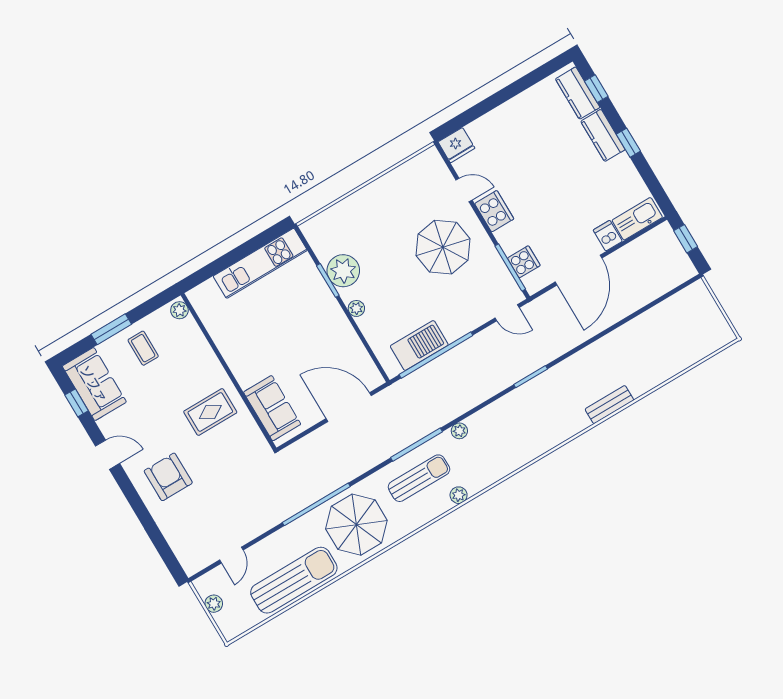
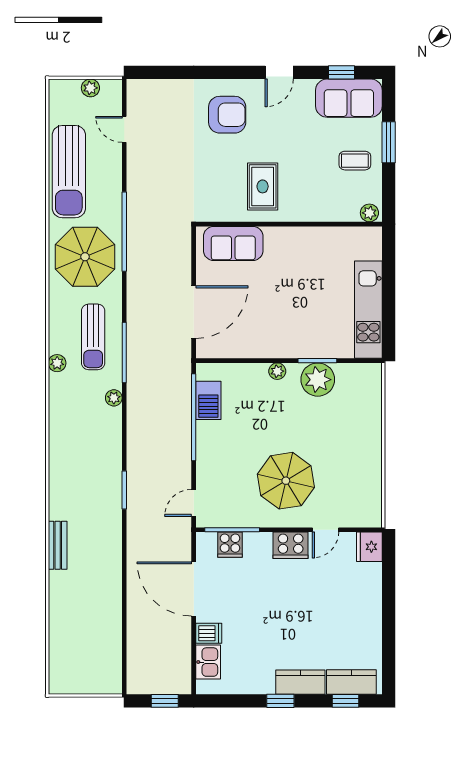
kitchen sink: (637, 219) -> (208, 662), width x0.73
barbecue: (419, 346) -> (208, 400), width x0.73, depth x0.83

